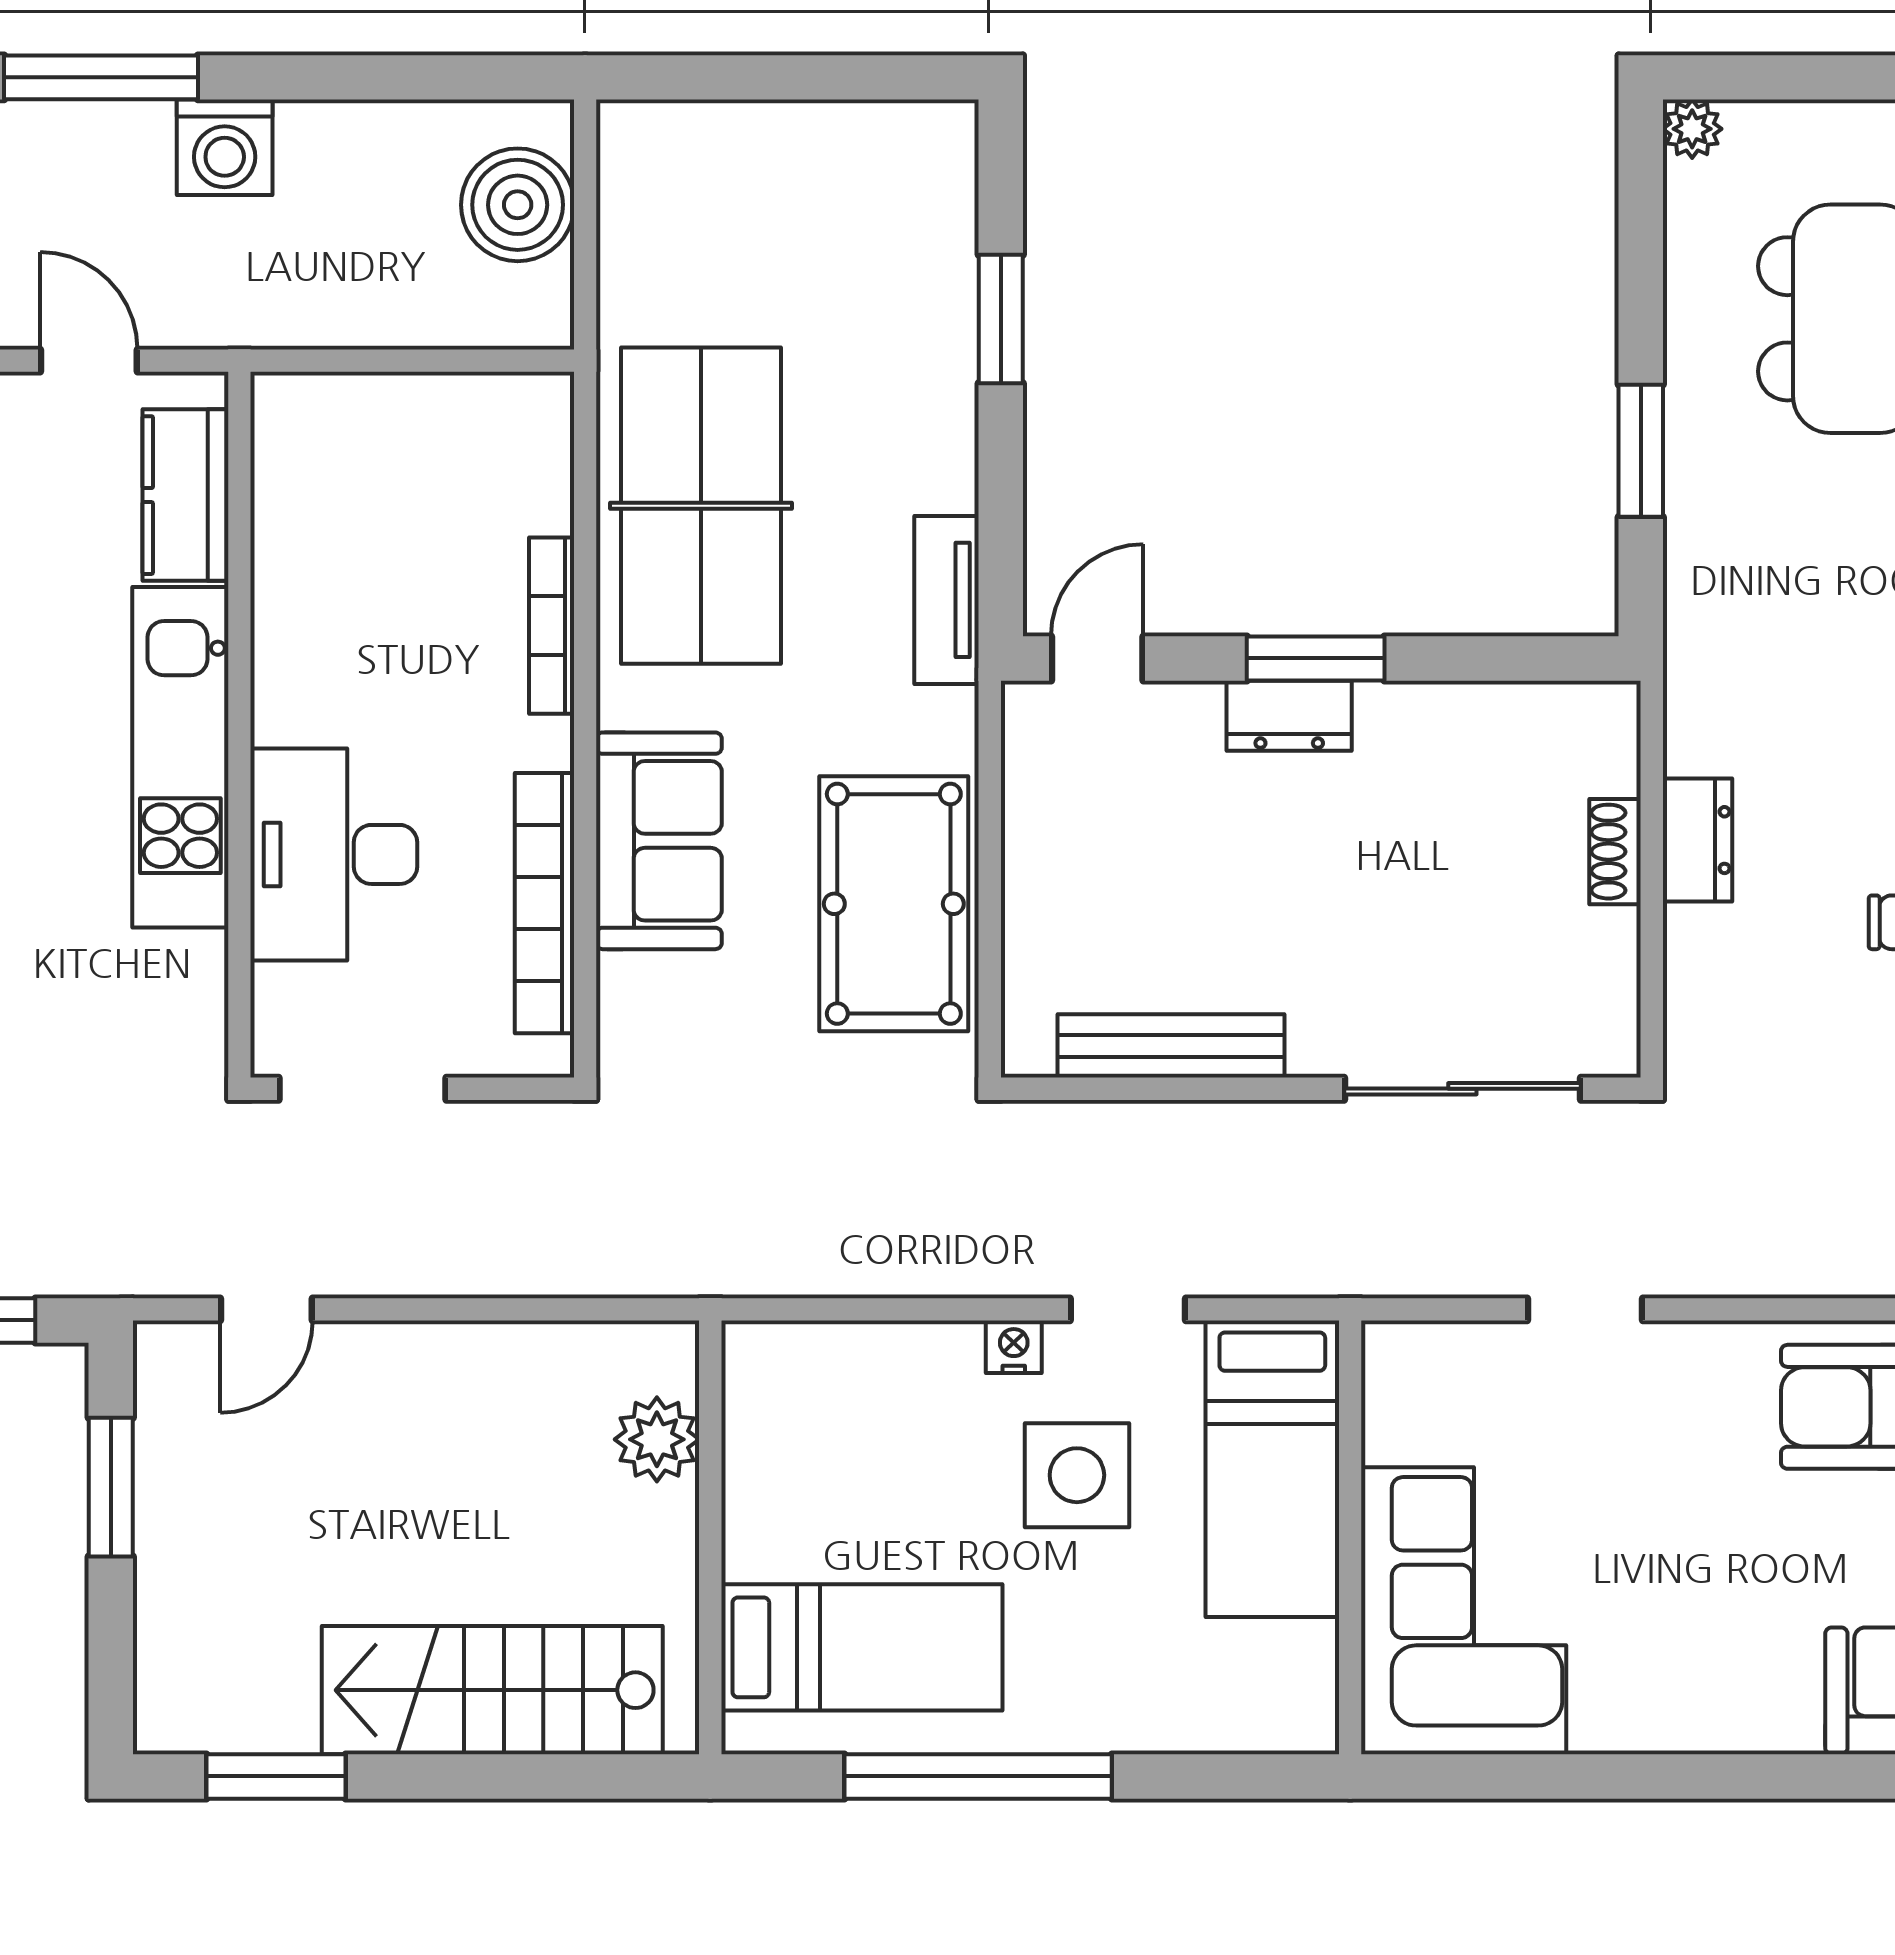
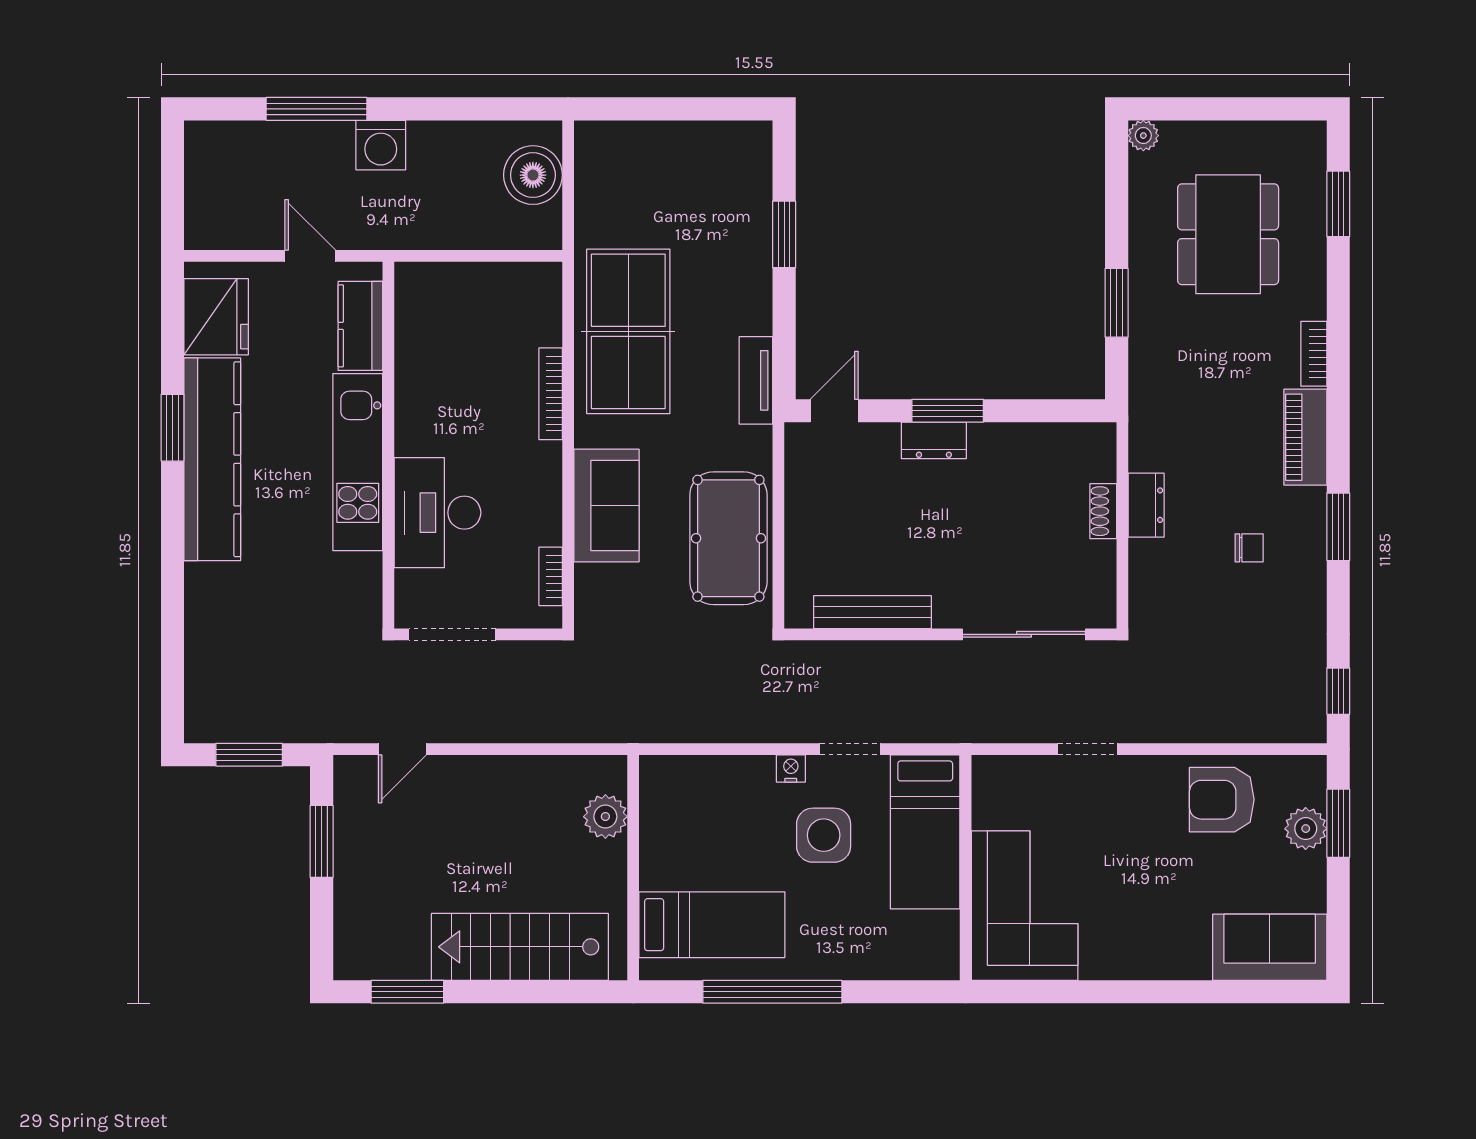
bookcase: (545, 903) -> (551, 576), width x0.43, depth x0.76

